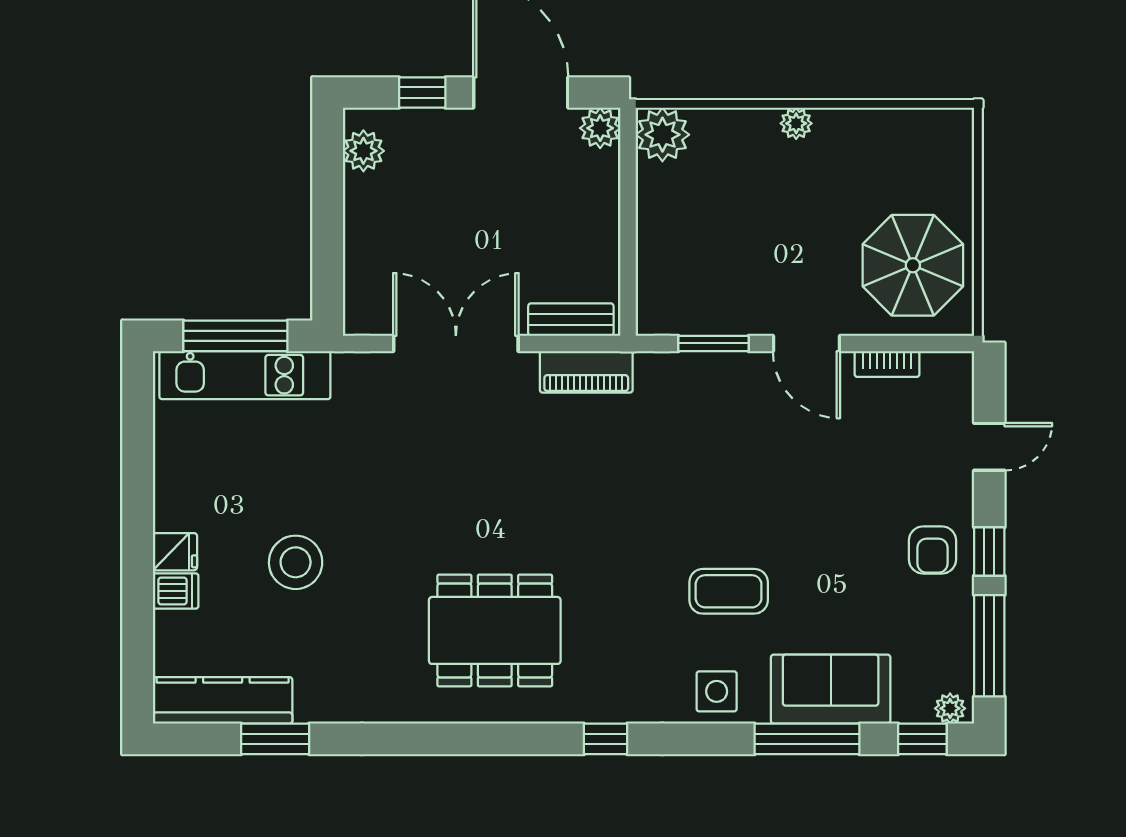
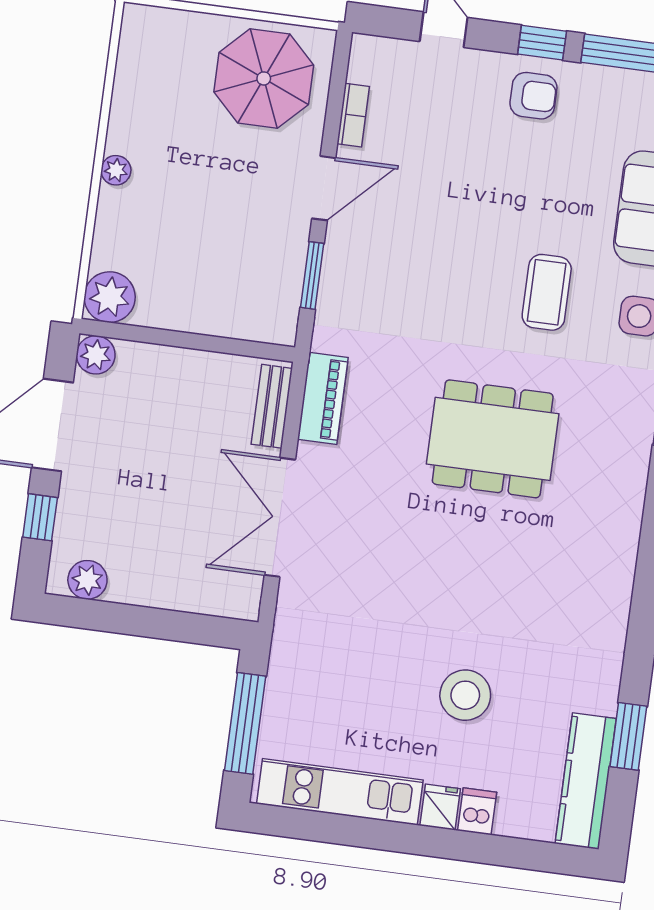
kitchen unit: (245, 375) -> (340, 792), moved, turned -90
dining table: (495, 630) -> (493, 439), moved, turned 90

